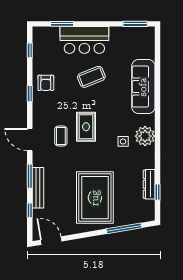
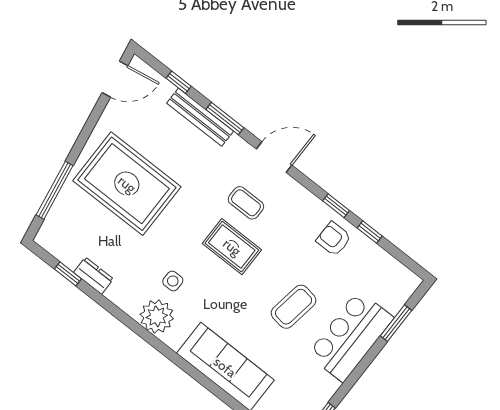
window: (30, 50) -> (370, 232), moved
coffee table: (91, 77) -> (294, 307), turned 31
dresser: (149, 184) -> (93, 276), width x0.70

